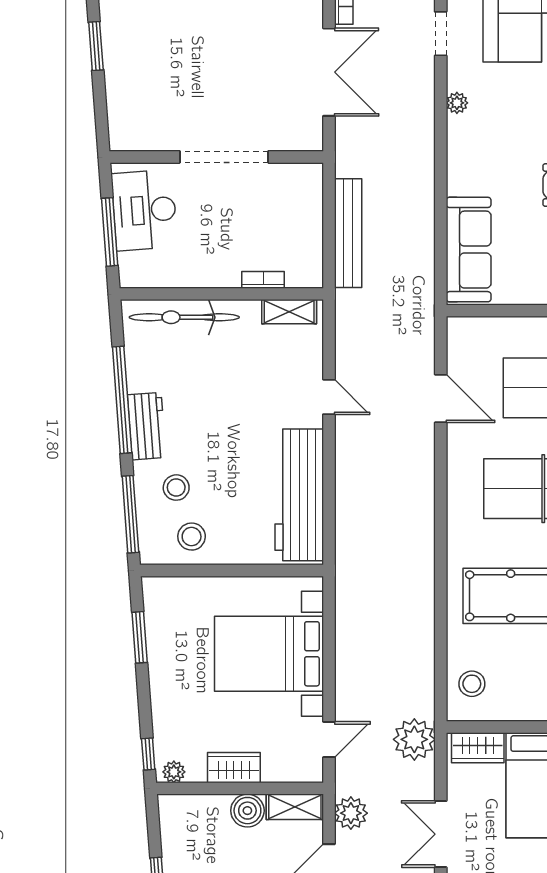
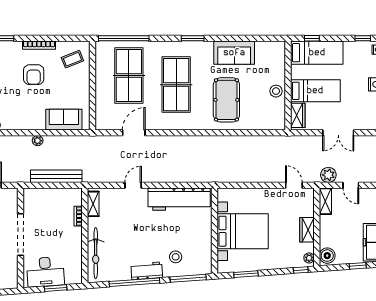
window: (110, 232) -> (56, 288), width x0.69
sofa: (469, 250) -> (64, 120), width x0.73
stool: (192, 537) -> (199, 250), removed
bed with nightstands: (269, 654) -> (243, 231), moved, turned -90
stool: (472, 684) -> (276, 91), moved
plant: (414, 739) -> (38, 141), moved, width x0.53, depth x0.53
boiler: (247, 811) -> (327, 256), moved

